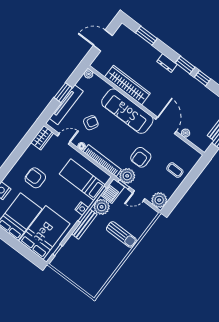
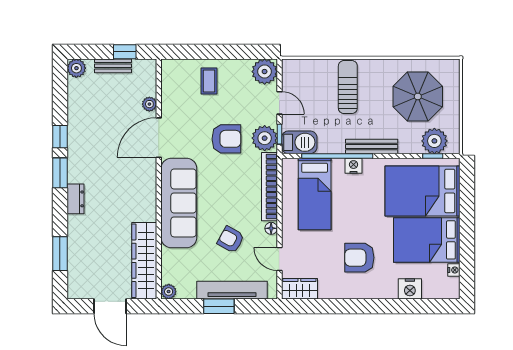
wardrobe: (127, 85) -> (144, 261), moved
armchair: (35, 178) -> (359, 258), turned 90
plant: (102, 207) -> (434, 141), moved
parasol: (91, 265) -> (418, 96), added

